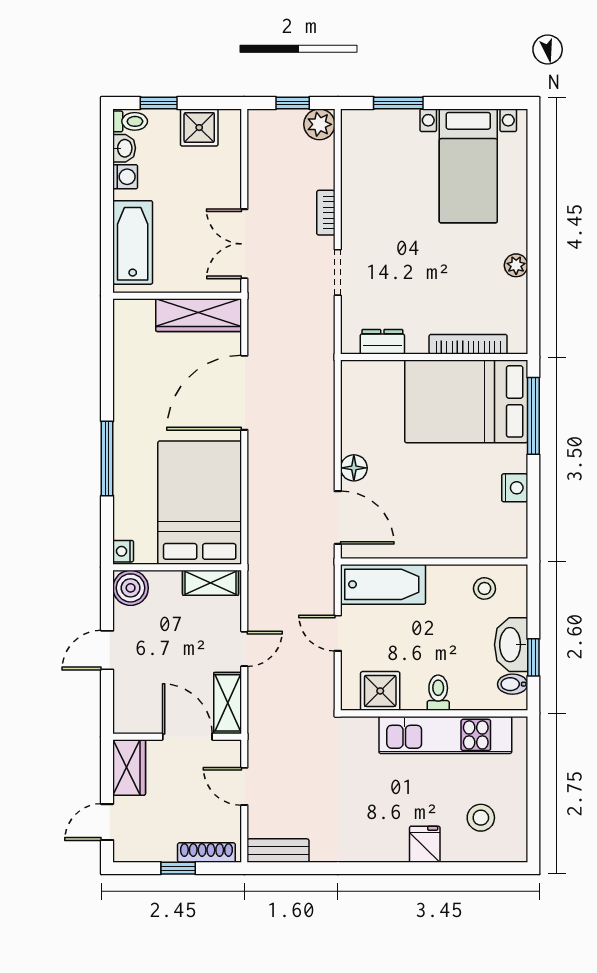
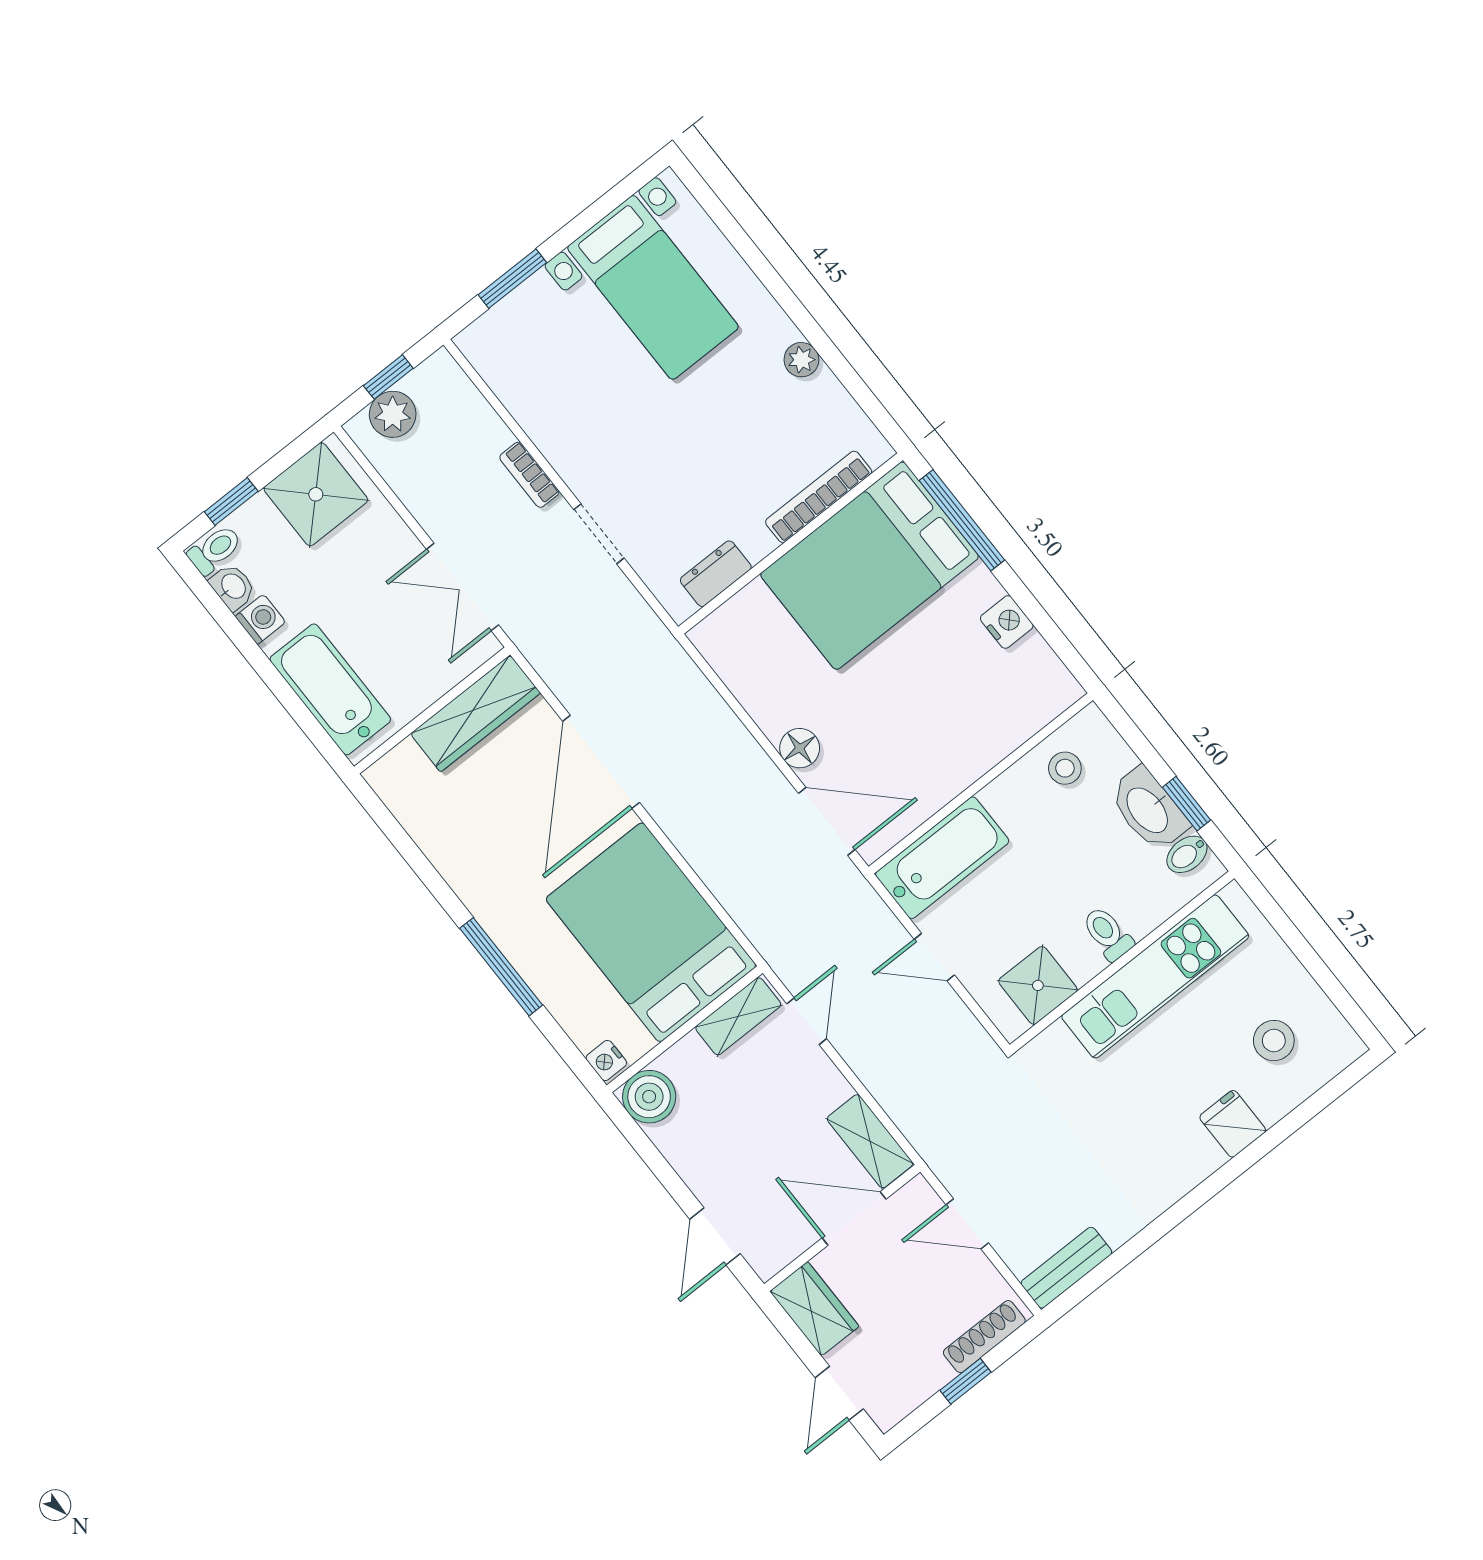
plant: (319, 124) -> (393, 414), moved
shower: (199, 128) -> (316, 494), width x1.36, depth x1.36
door: (244, 649) -> (807, 1021), moved
door: (107, 650) -> (715, 1236), moved

